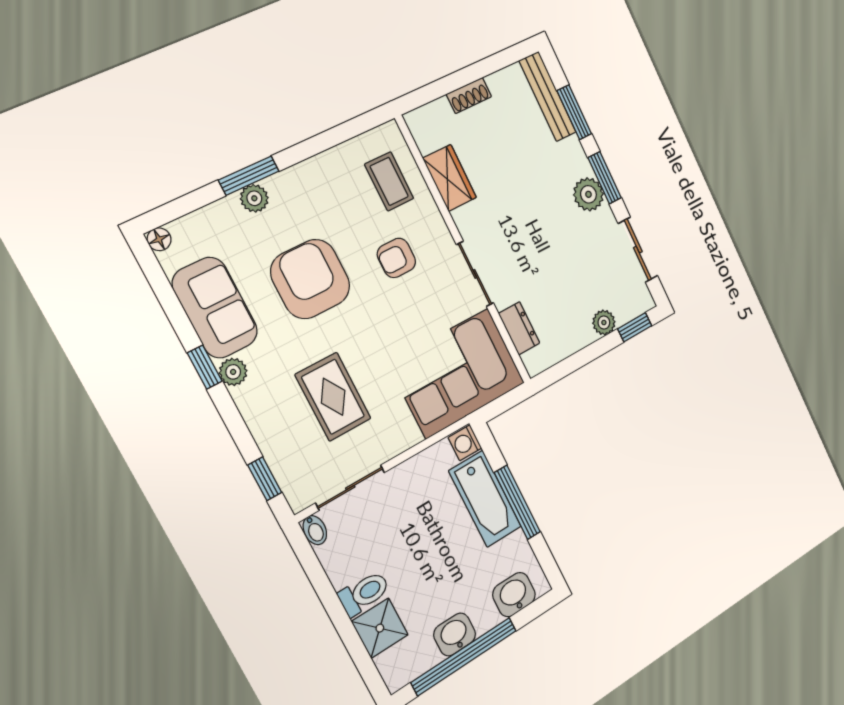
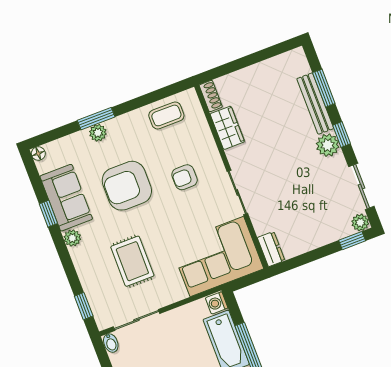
shoe rack: (469, 95) -> (211, 96), moved, turned -90
bench: (548, 97) -> (315, 104), moved
window: (605, 178) -> (342, 135), width x0.67
coffee table: (389, 181) -> (166, 115), moved, turned 90
armchair: (310, 279) -> (127, 186), turned -90
plant: (604, 322) -> (360, 223), moved
dresser: (519, 328) -> (271, 249), moved
window: (205, 367) -> (48, 214), moved

